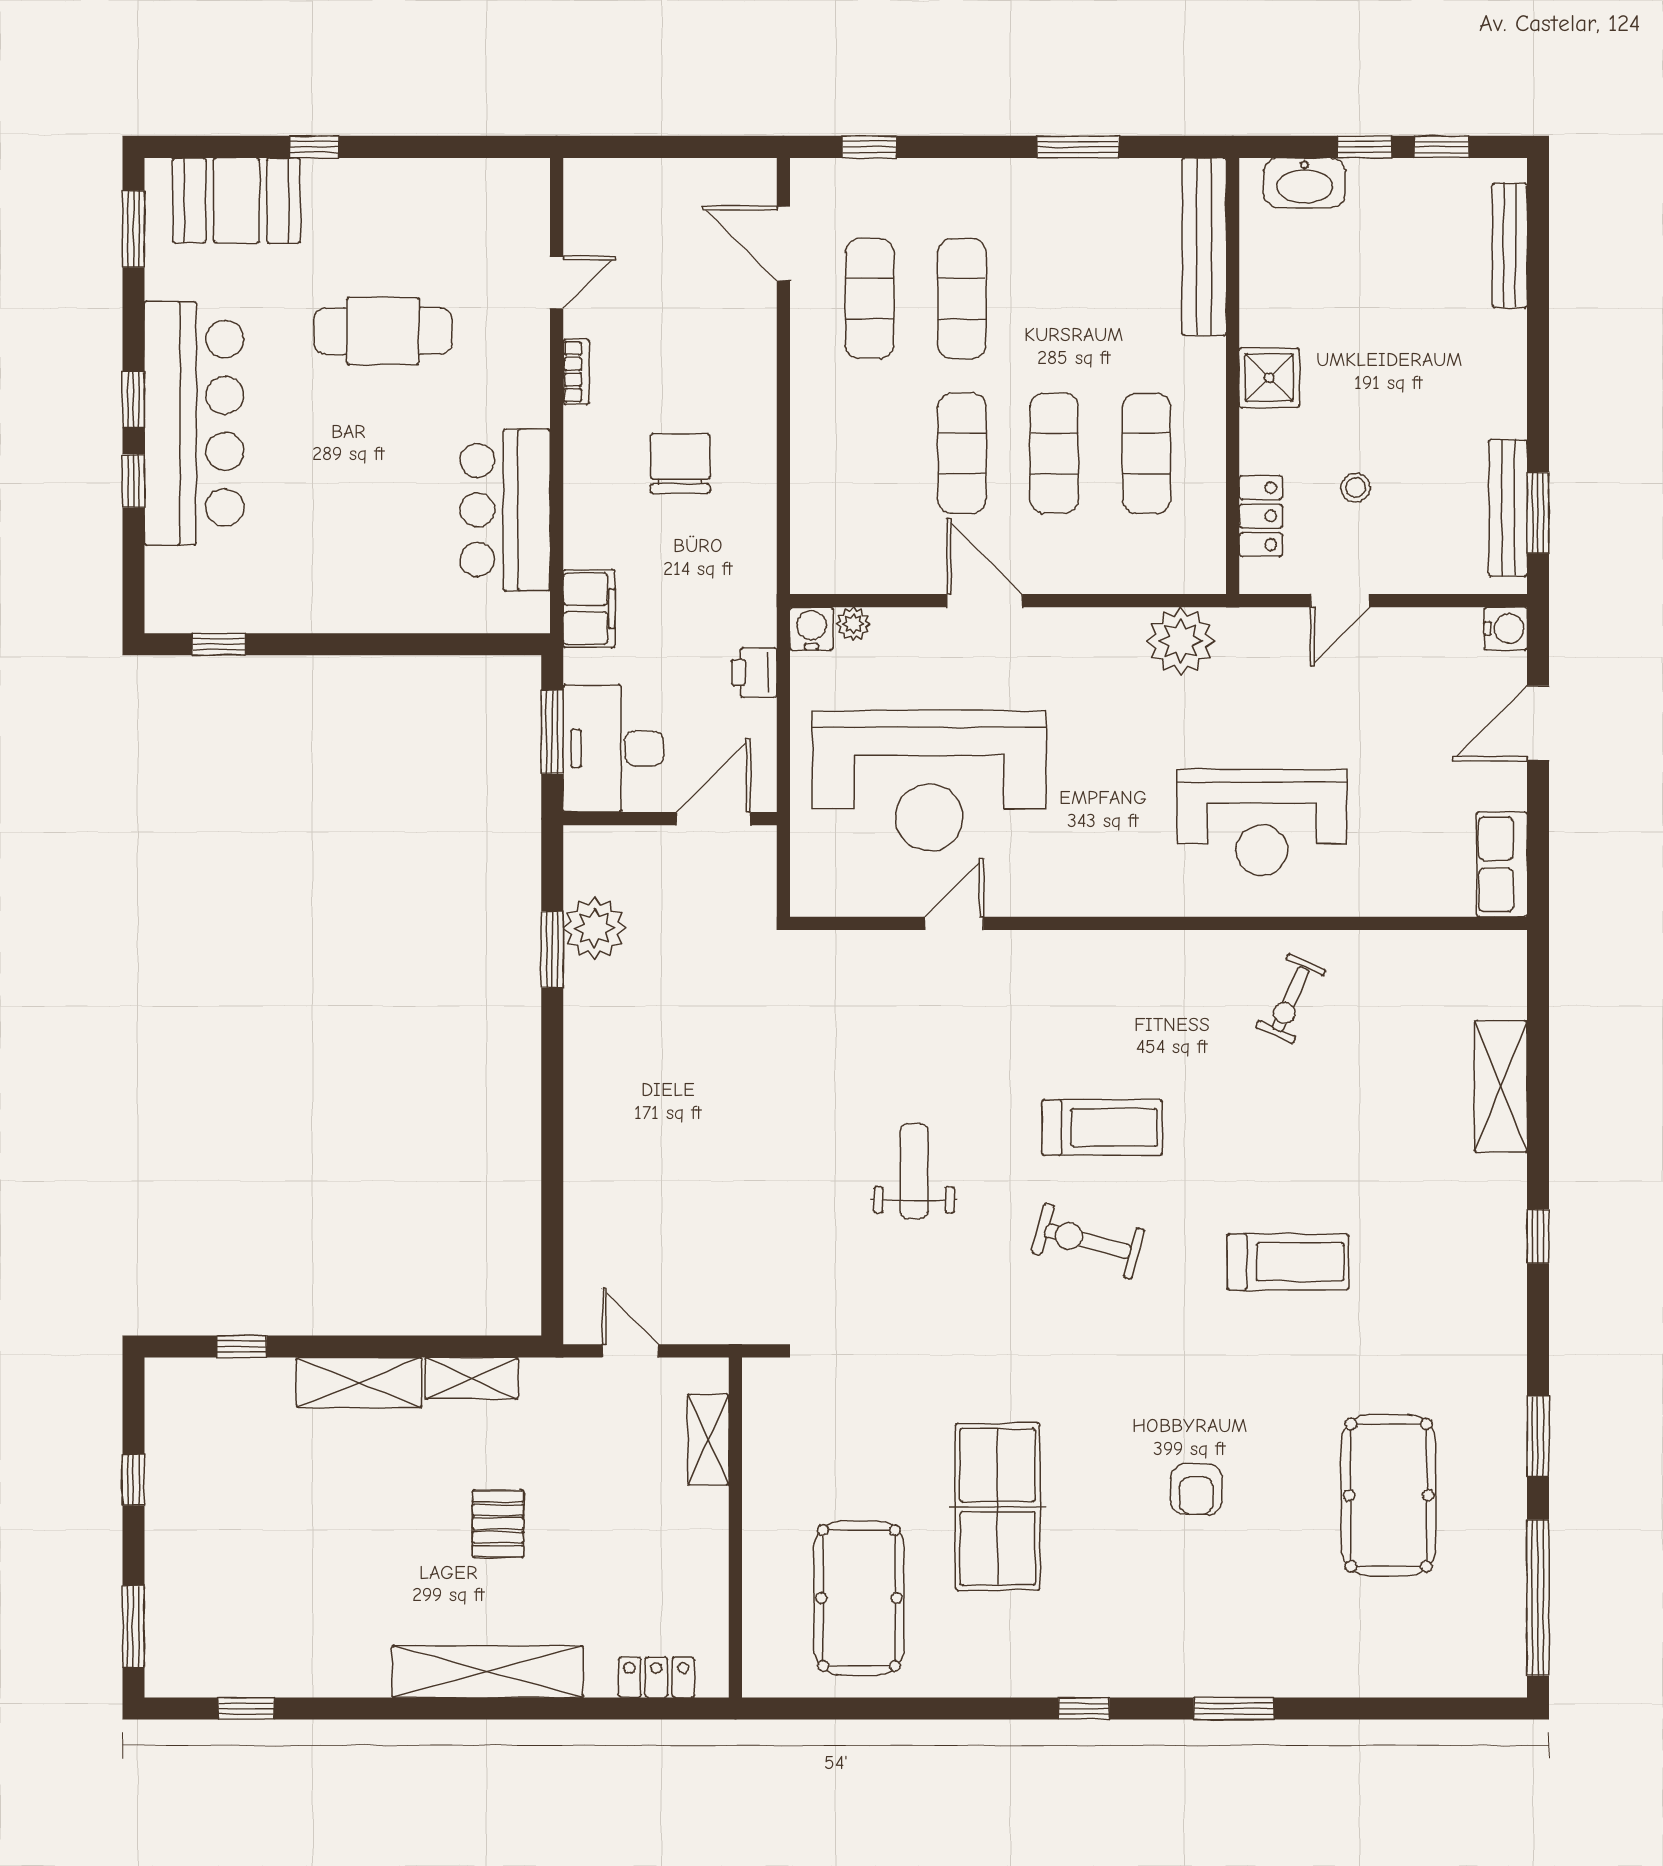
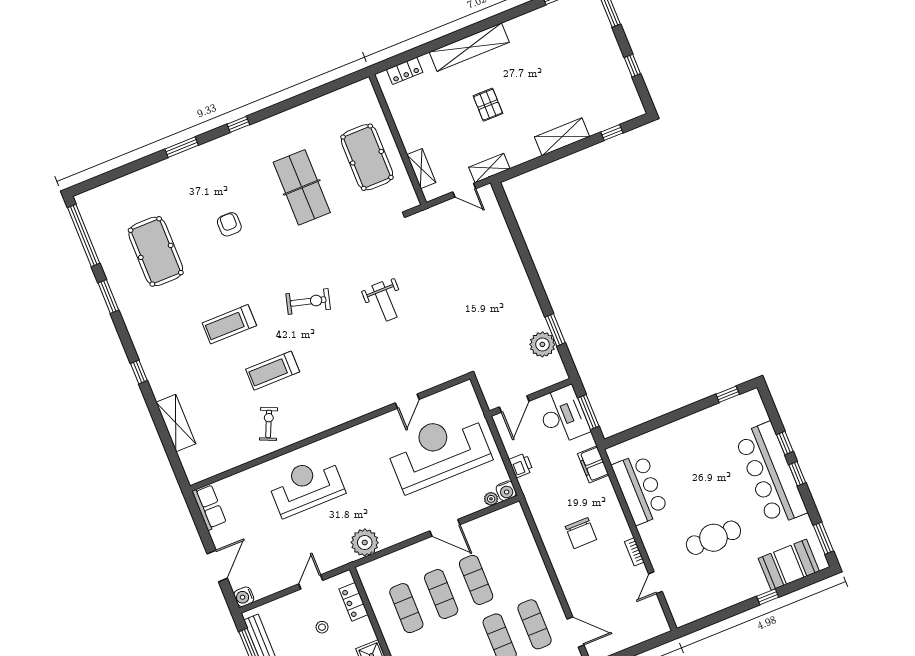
treadmill: (1102, 1127) -> (273, 371), moved
shelving: (472, 1378) -> (489, 168), moved
pool table: (859, 1598) -> (367, 157), moved

